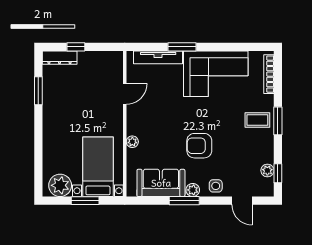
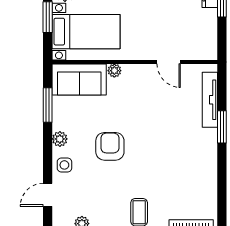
corner sofa: (216, 74) -> (192, 165), removed
sofa: (161, 183) -> (79, 79), moved, turned 90
window: (184, 201) -> (48, 105), moved

